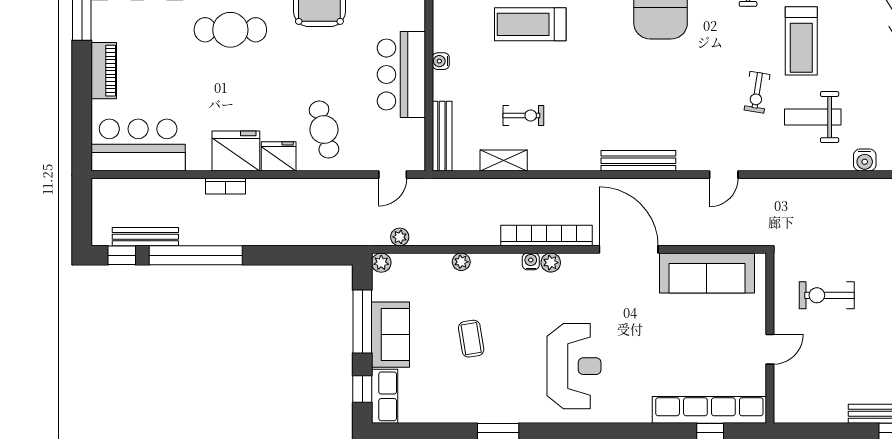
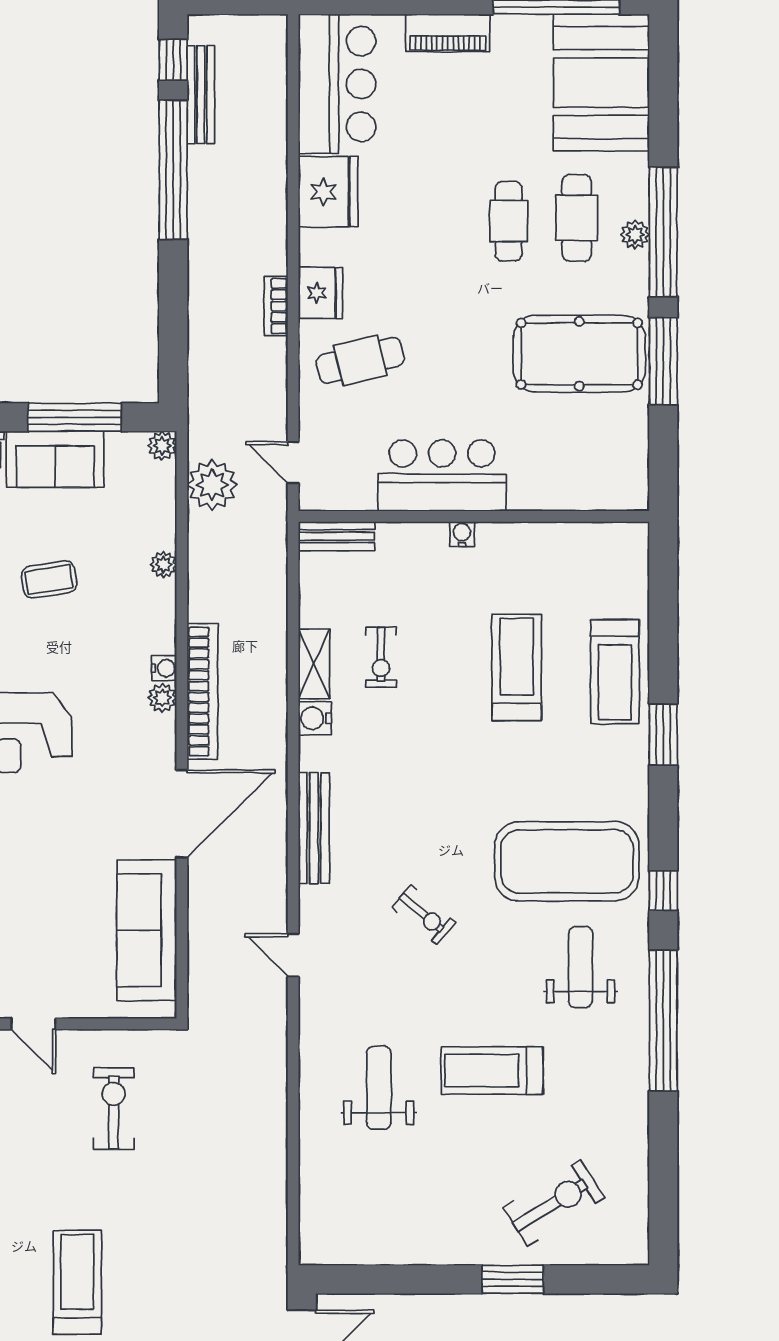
cafe table: (230, 30) -> (509, 221), width x0.73, depth x0.74
exercise bike: (757, 92) -> (424, 915), moved, turned -149
bench: (442, 136) -> (336, 536), width x0.73
fridge: (236, 151) -> (328, 192), moved
water cooler: (865, 160) -> (315, 718), moved
shelving: (504, 161) -> (314, 664), moved
bookcase: (226, 186) -> (276, 306), moved
plant: (400, 237) -> (212, 485), width x1.88, depth x1.88

